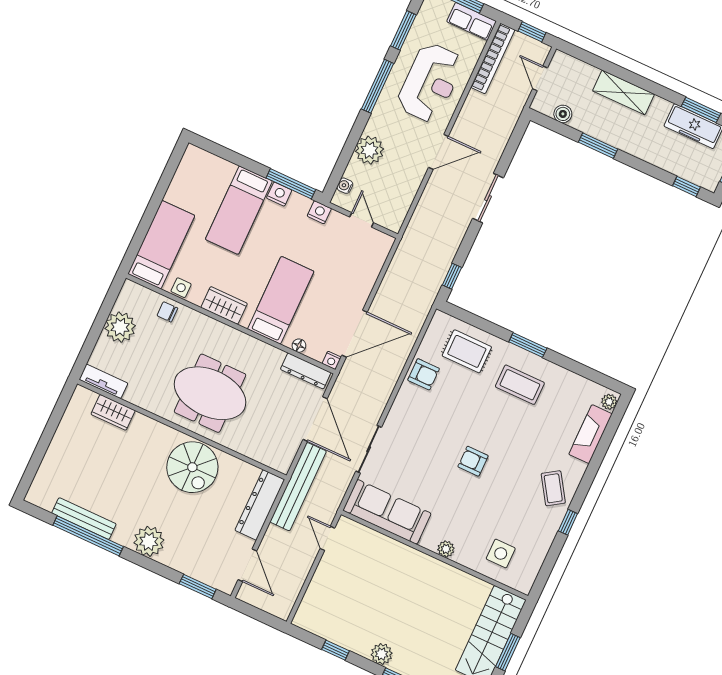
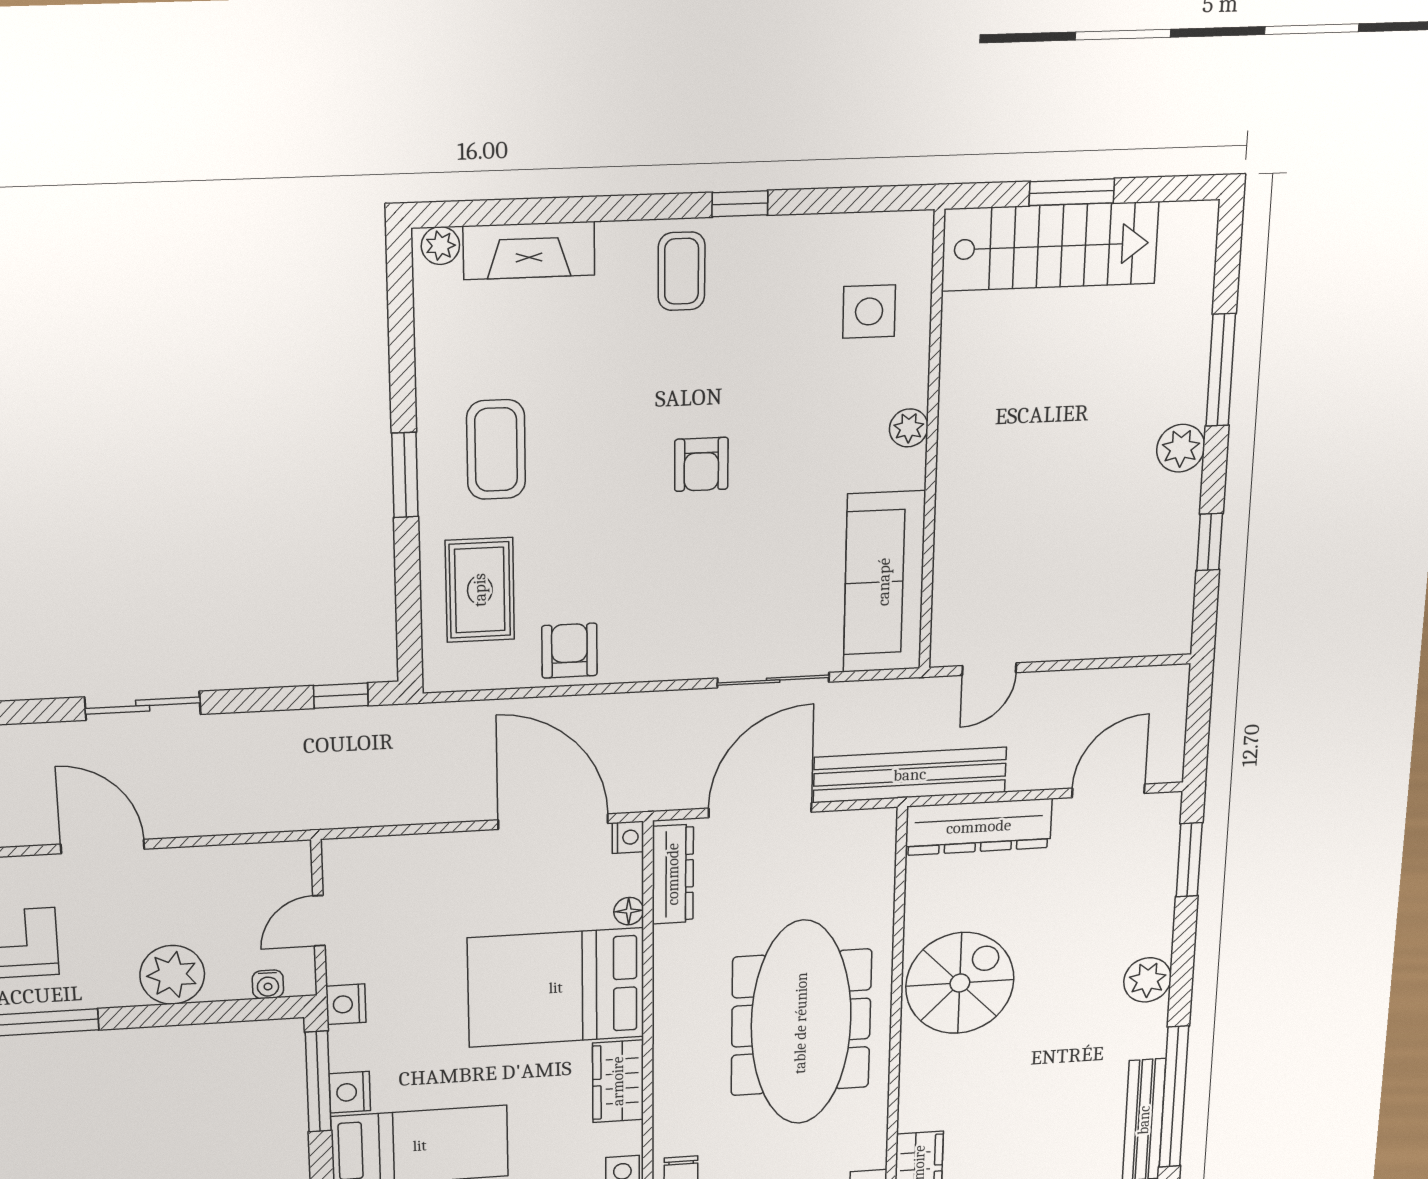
bed: (281, 300) -> (556, 988), width x1.50
meeting table: (210, 393) -> (801, 1023), width x1.36
coffee table: (553, 488) -> (682, 271), turned -57
plant: (149, 541) -> (1147, 980), width x0.73, depth x0.73

